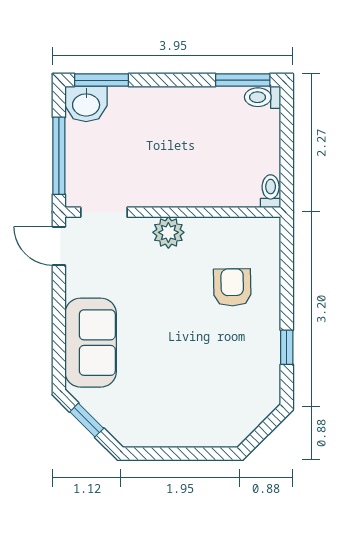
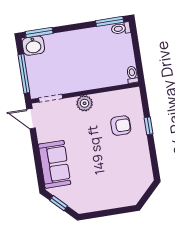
armchair: (232, 287) -> (121, 126), turned 91
window: (287, 347) -> (149, 126), moved

